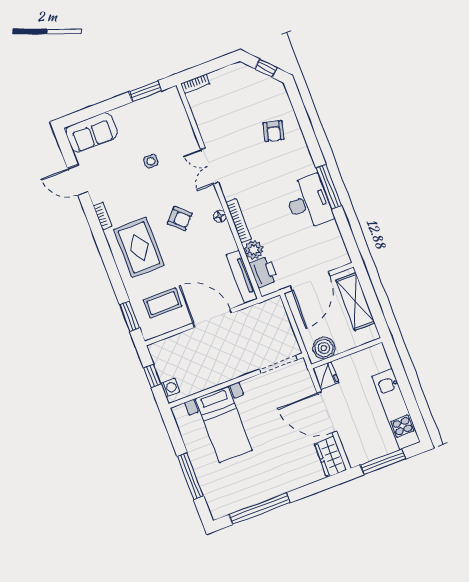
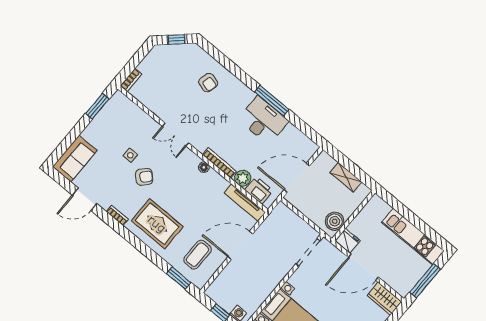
armchair: (180, 219) -> (144, 177), moved
door: (310, 281) -> (297, 178), swing flipped
shelving: (355, 302) -> (346, 177), width x0.67, depth x0.75

